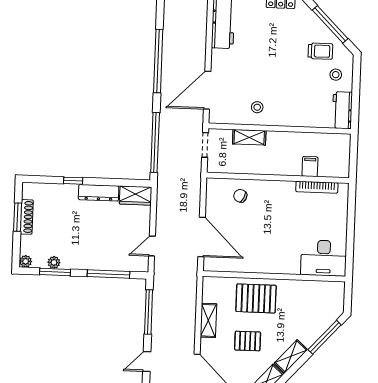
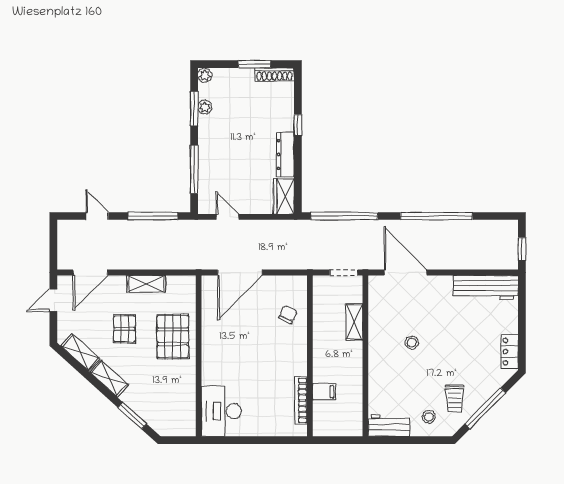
stool: (257, 107) -> (412, 343), moved
shoe rack: (27, 217) -> (275, 74), moved
window: (325, 337) -> (132, 416), width x0.69

